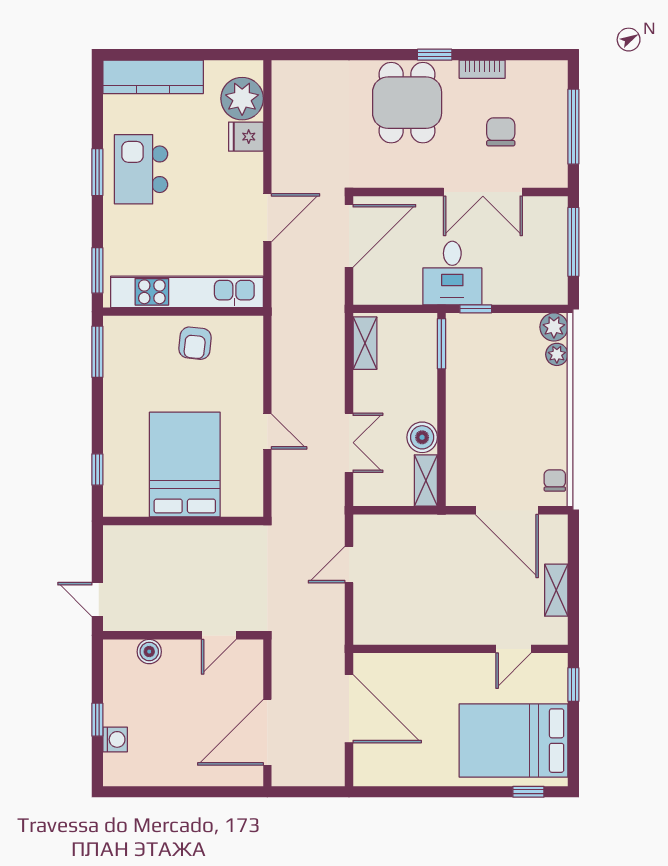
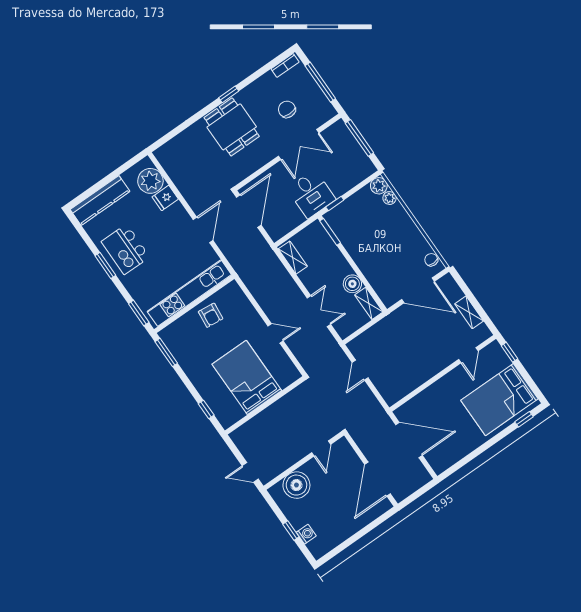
bookcase: (482, 69) -> (285, 65), moved
boiler: (149, 652) -> (296, 485), width x1.86, depth x1.86

